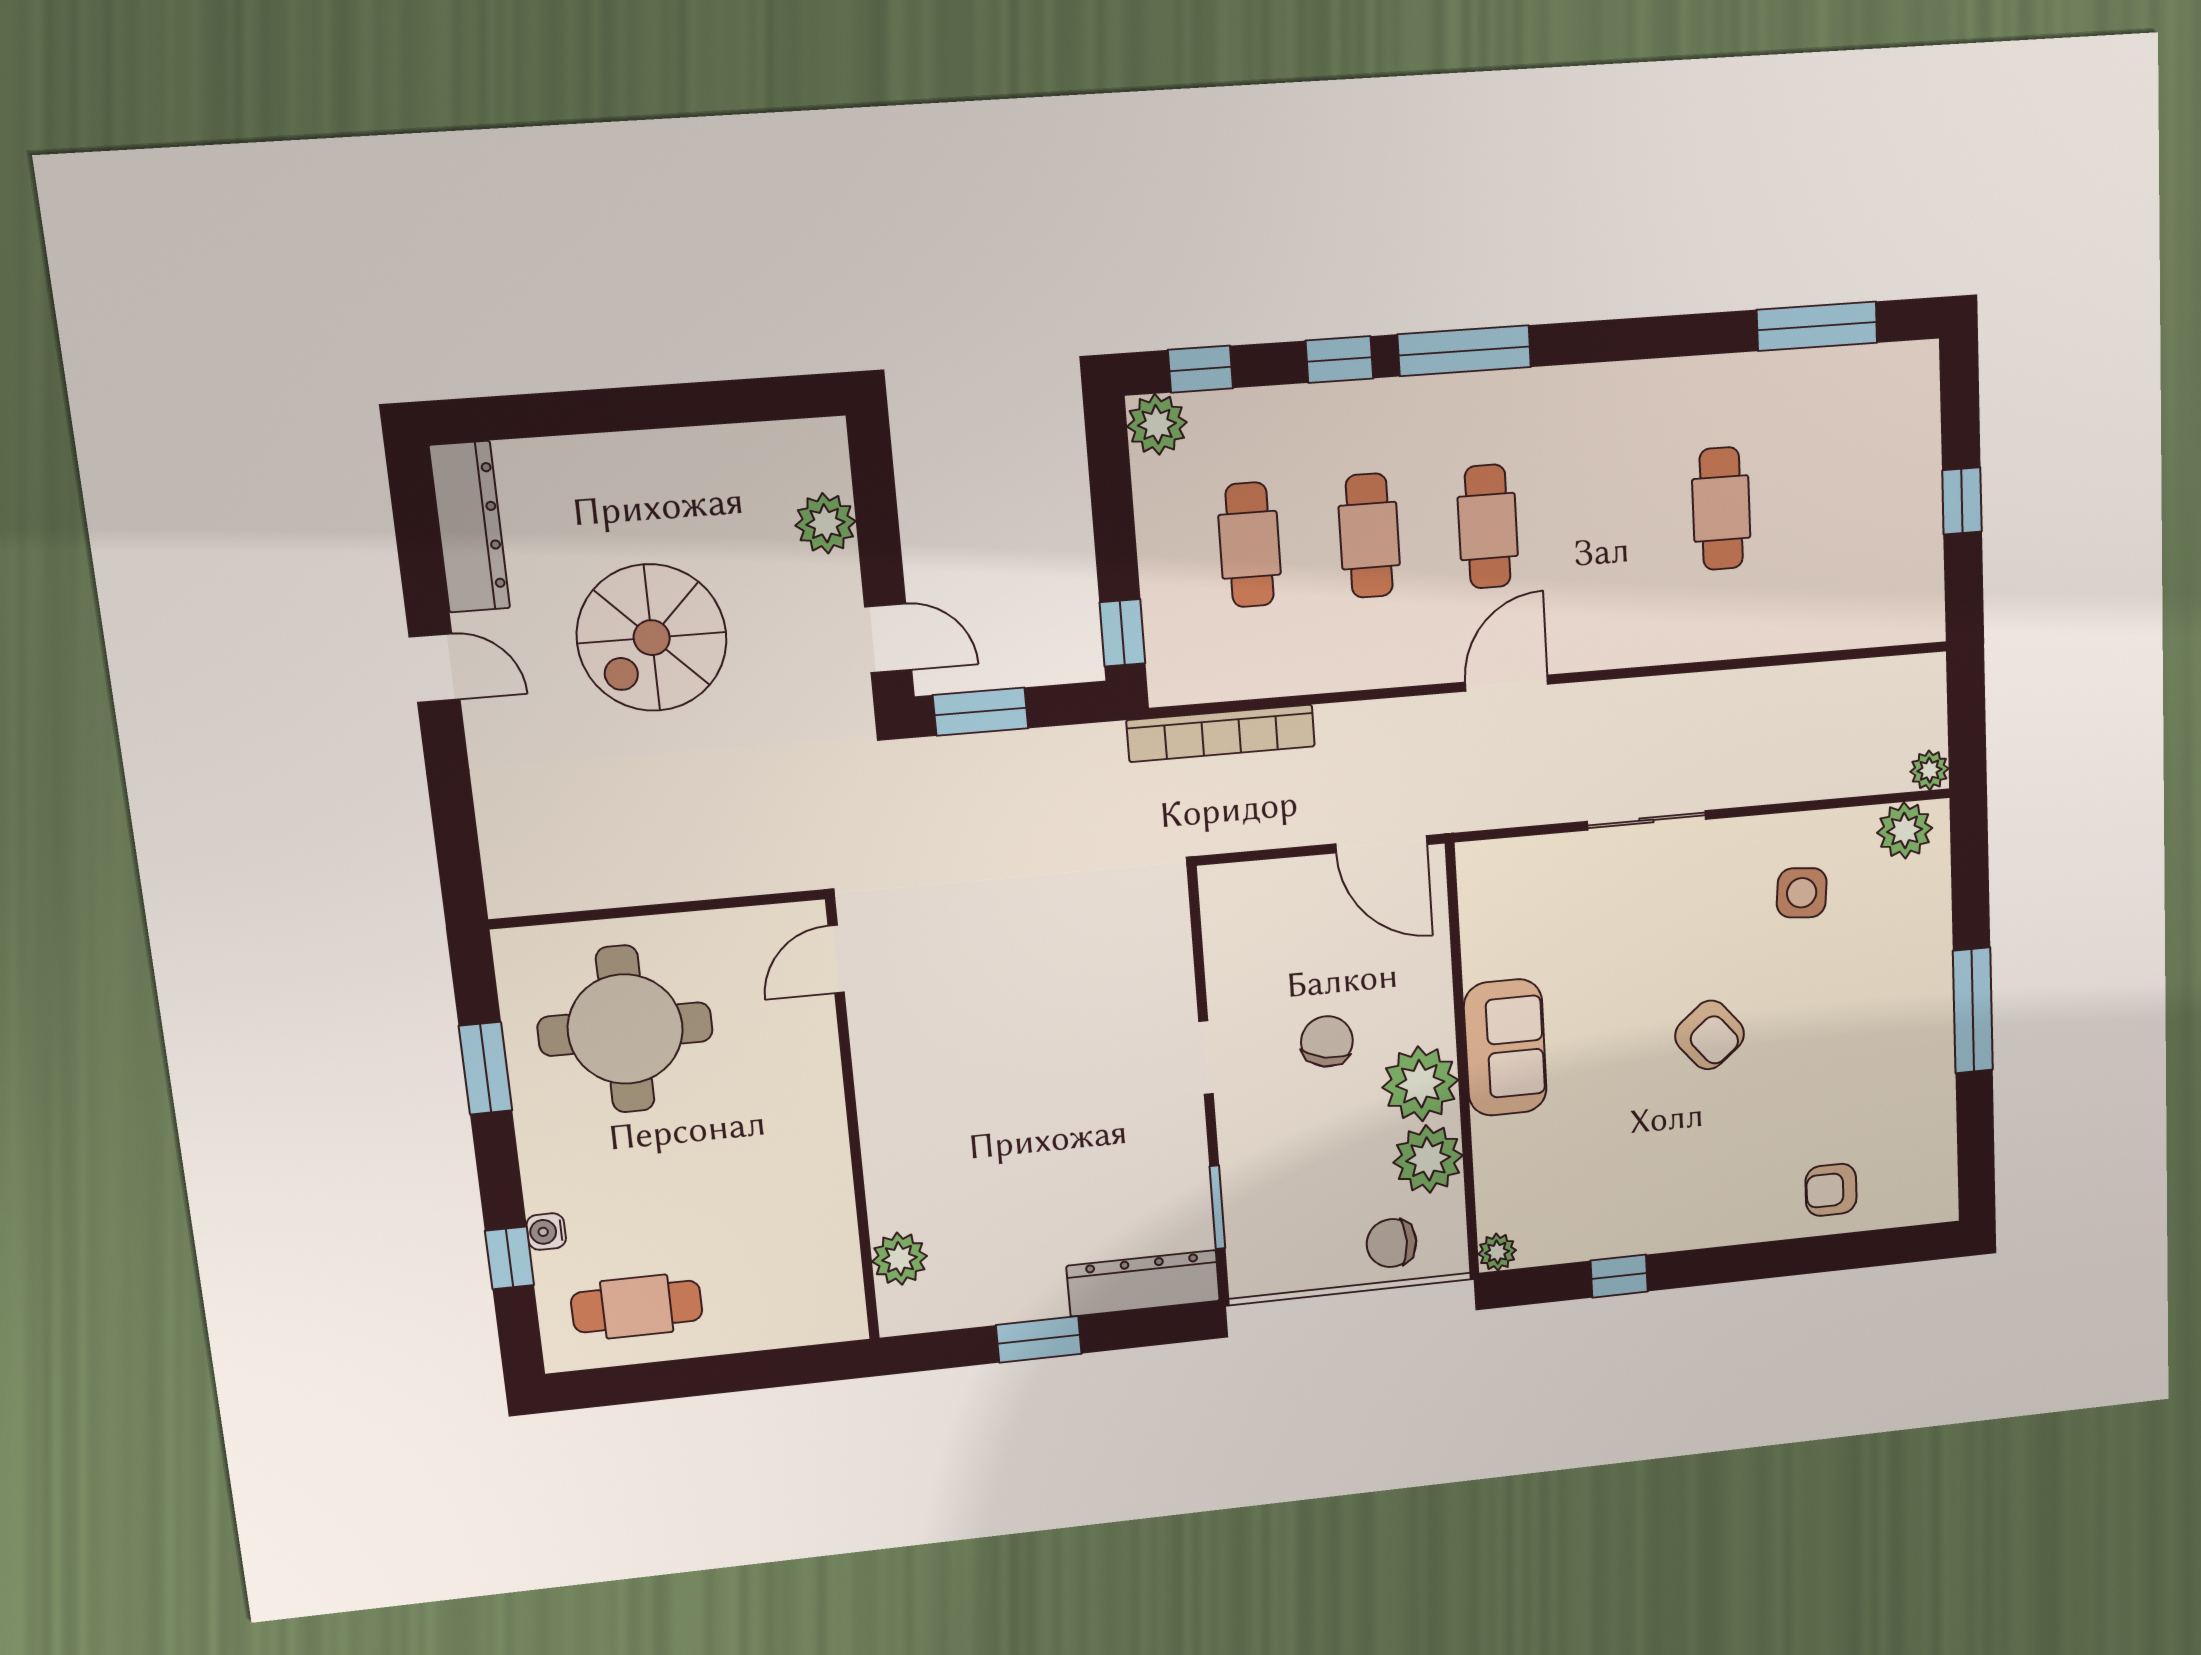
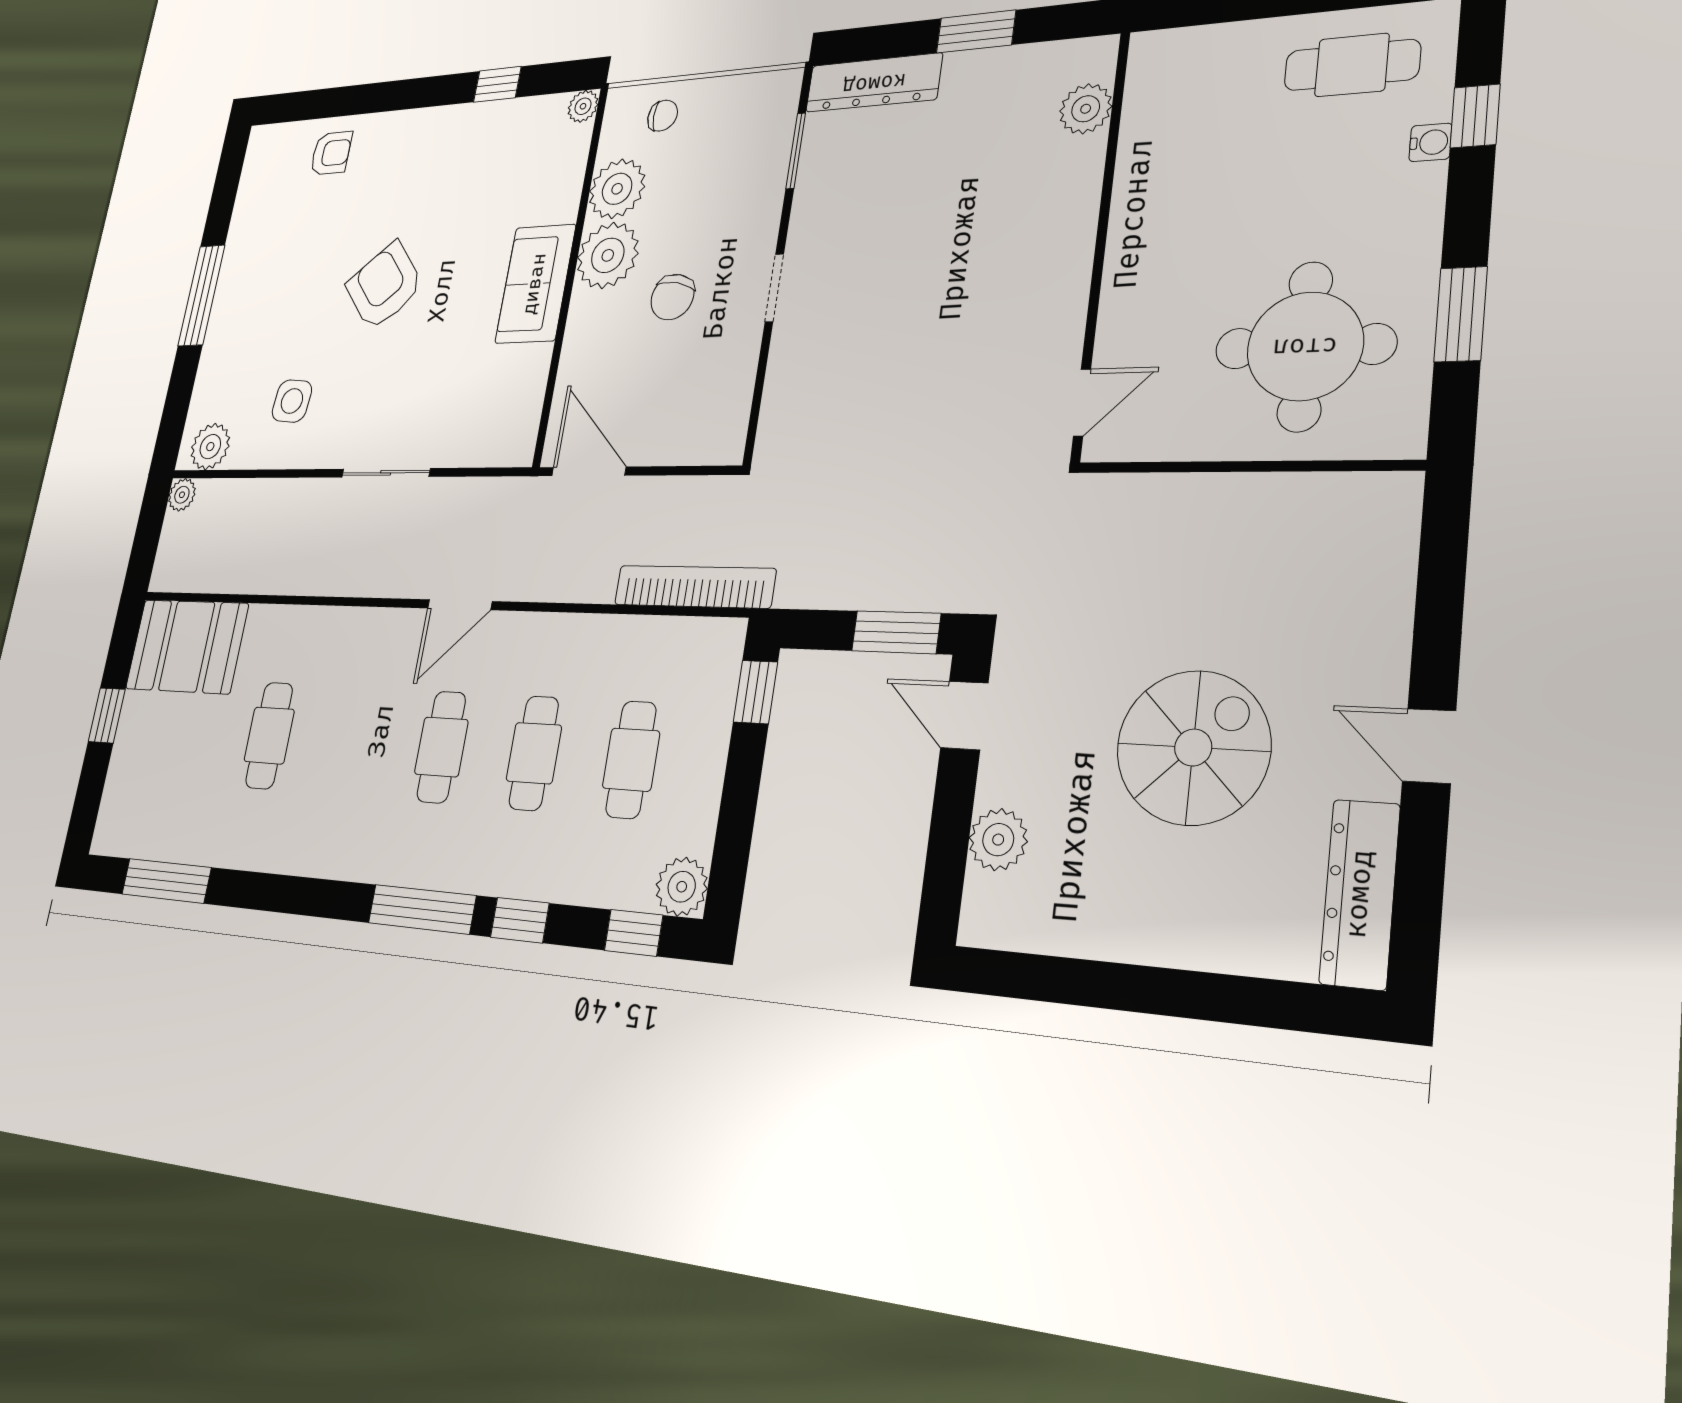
booth: (1869, 595) -> (187, 646), added
armchair: (1710, 1035) -> (384, 286), width x1.38, depth x1.38
chair: (1391, 1243) -> (663, 116), width x0.73, depth x0.73

